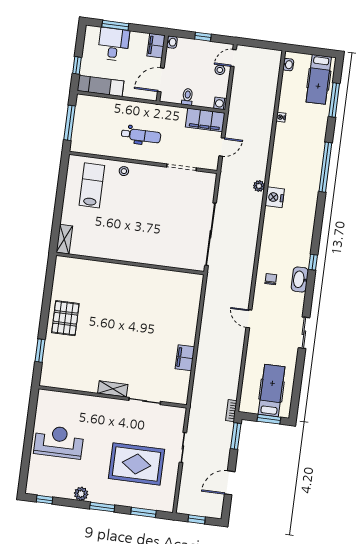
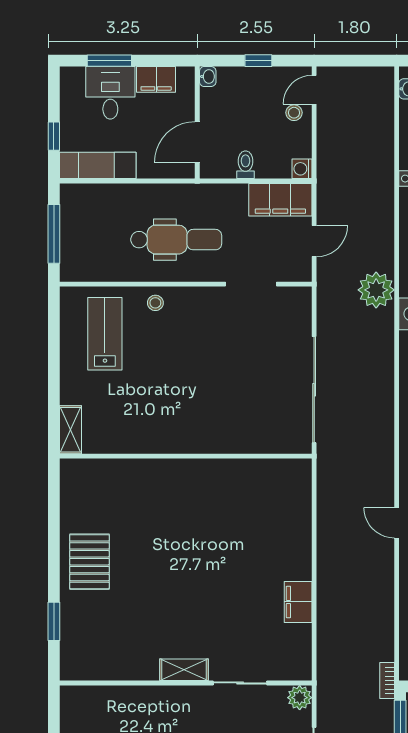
filing cabinet: (156, 46) -> (156, 79), moved, turned -90
dental chair: (141, 136) -> (176, 240), width x1.36, depth x1.38
plant: (259, 186) -> (376, 290), width x1.88, depth x1.88
plant: (179, 414) -> (300, 698), added

